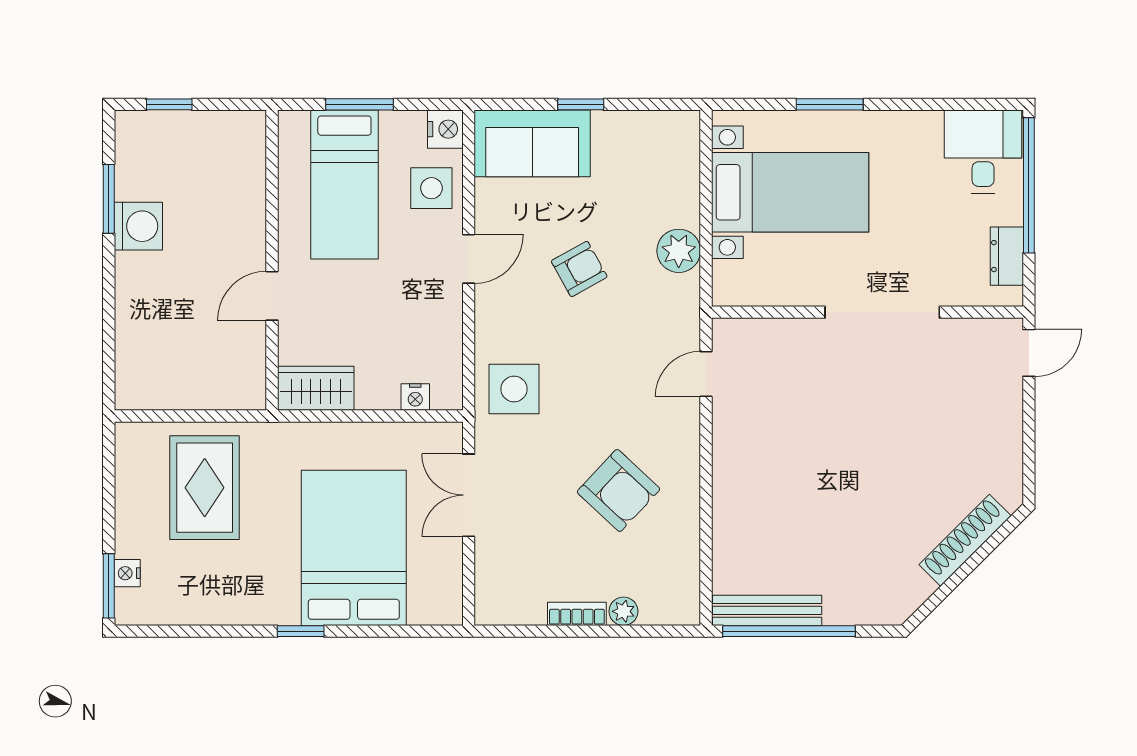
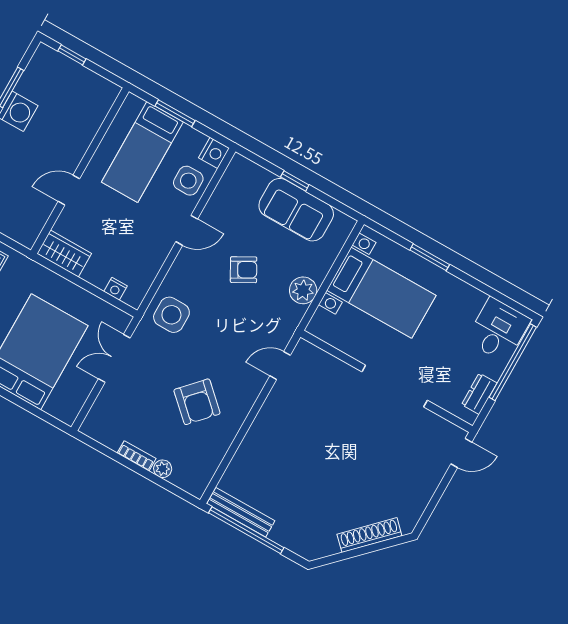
sofa: (532, 143) -> (296, 210), moved

